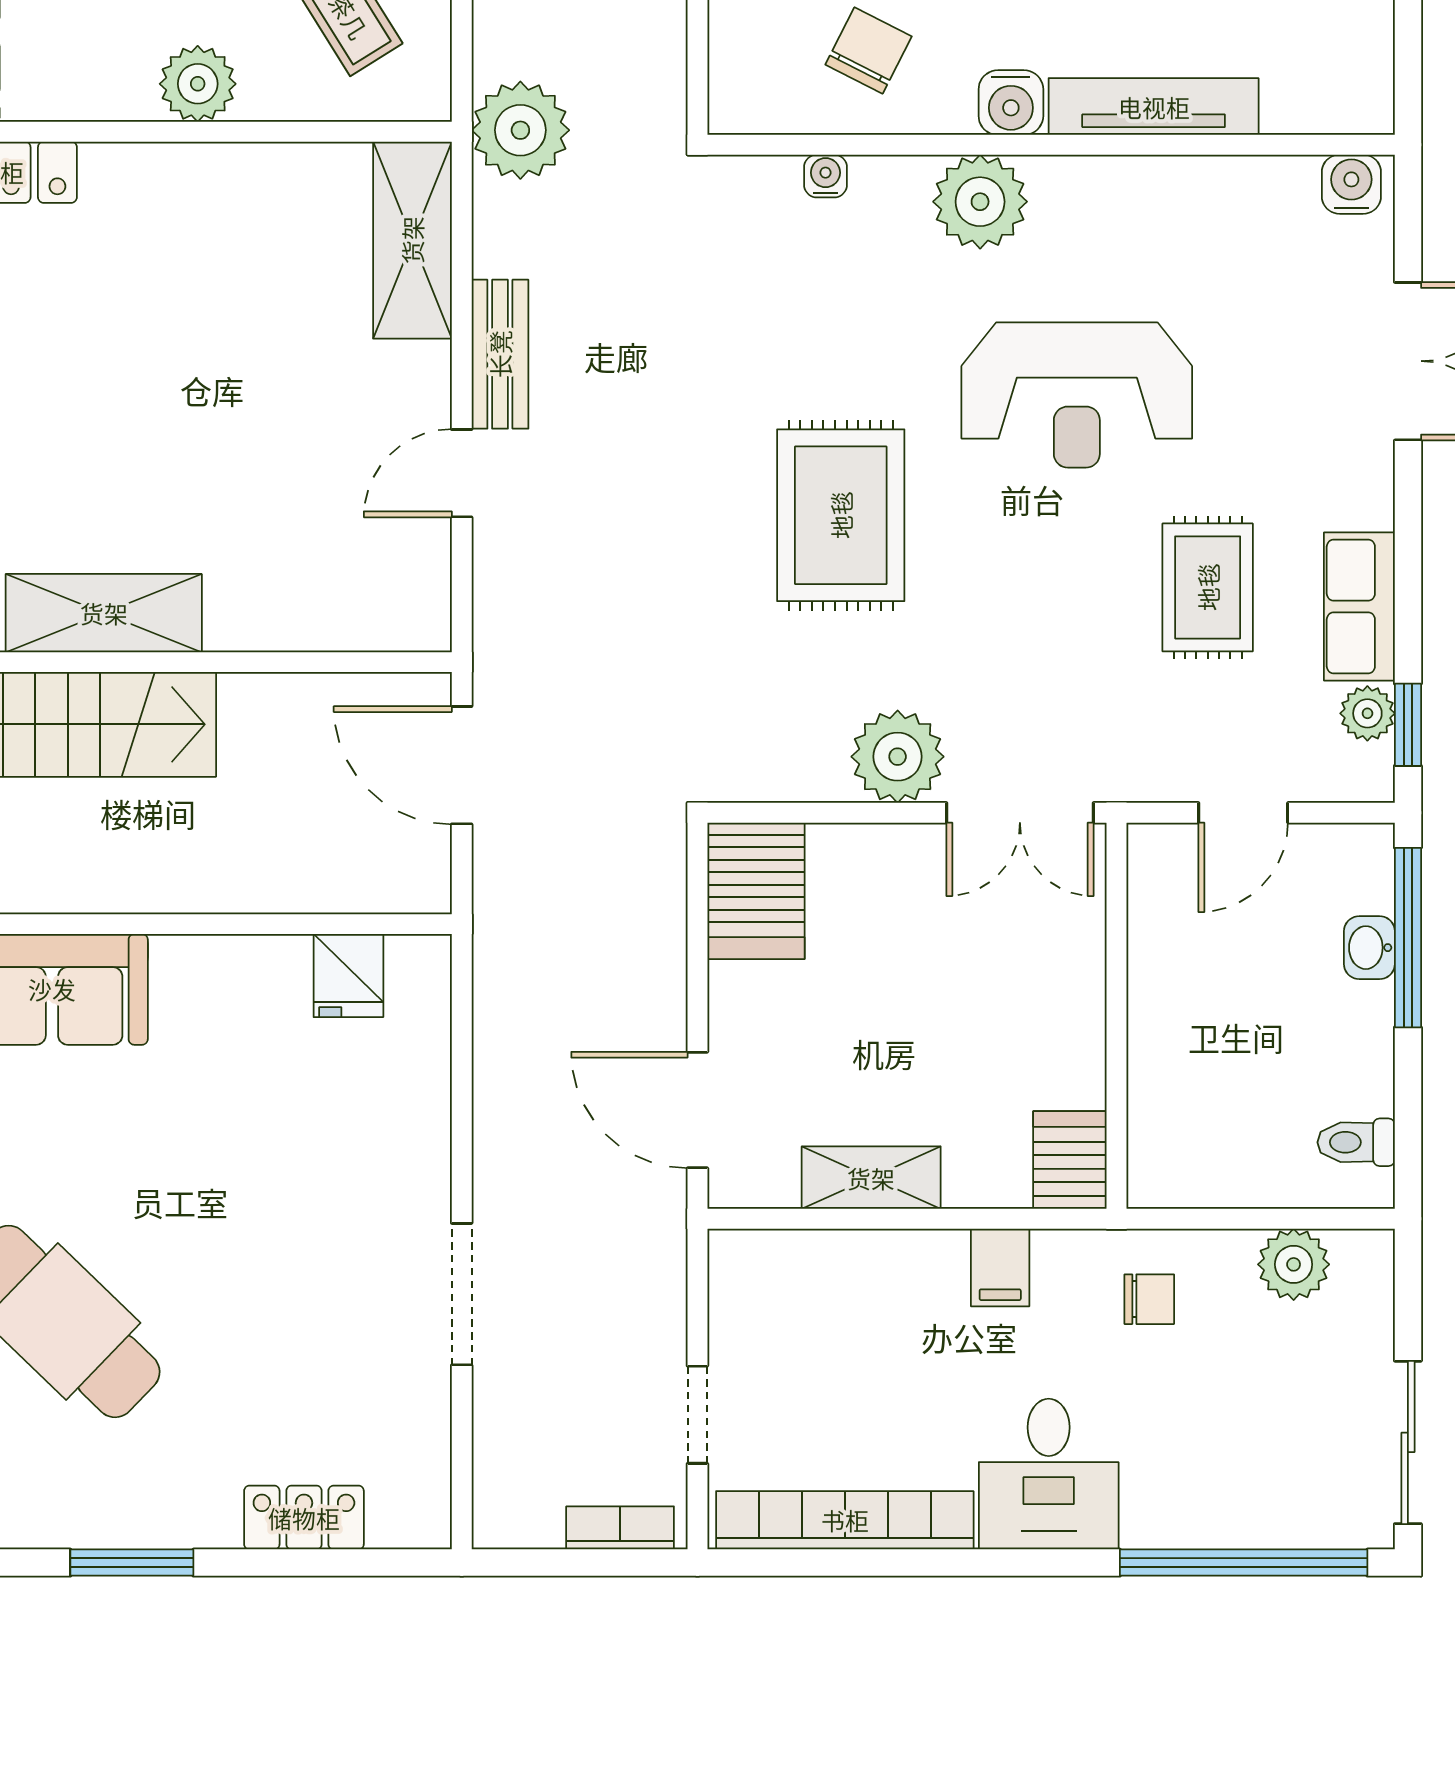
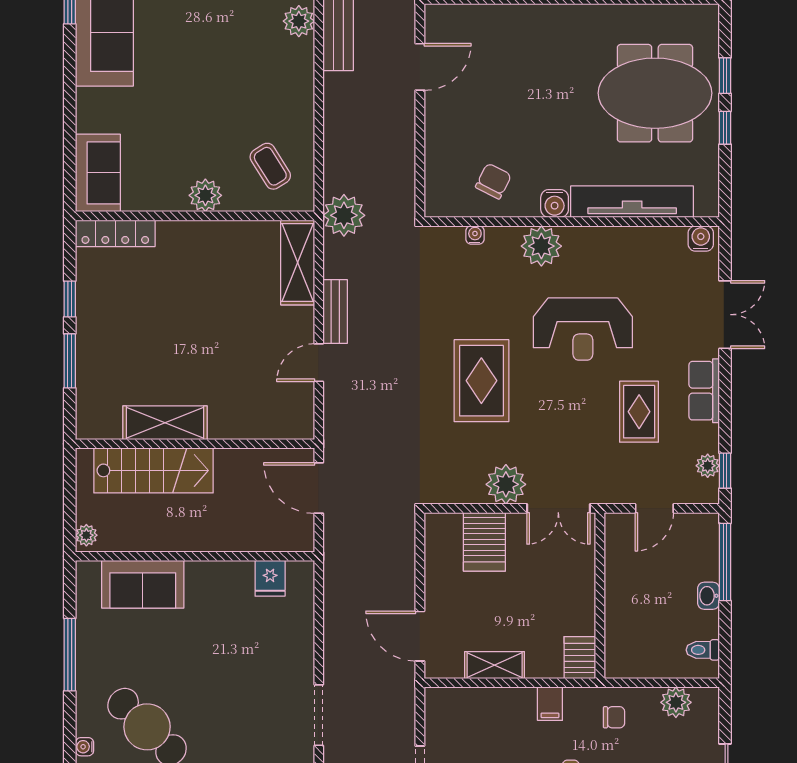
tv unit: (1154, 107) -> (632, 202), width x1.36, depth x1.29
row of seats: (1359, 606) -> (704, 391), moved
server rack: (756, 891) -> (484, 542), moved
washbasin: (1369, 948) -> (709, 596), moved

